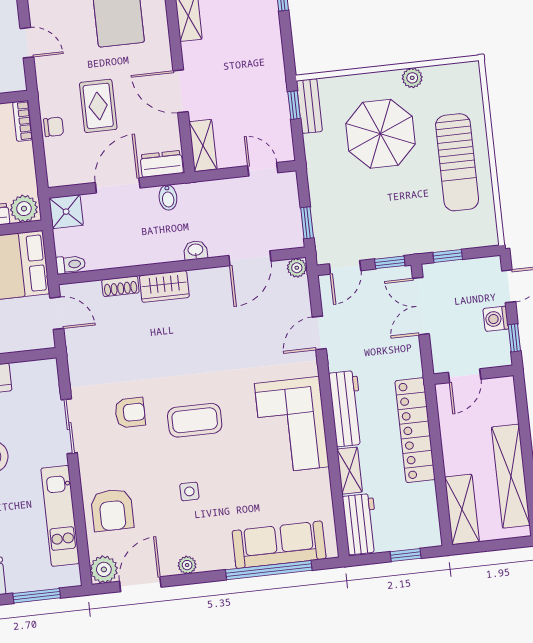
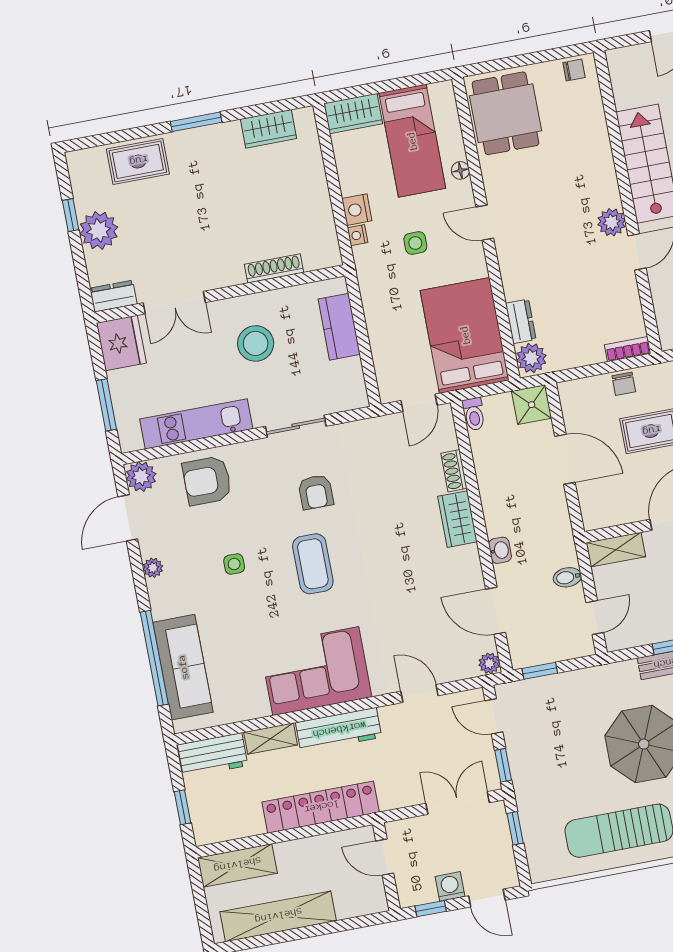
dresser: (162, 164) -> (592, 506), removed
bidet: (168, 198) -> (567, 577), moved
door: (140, 584) -> (128, 518), swing flipped

